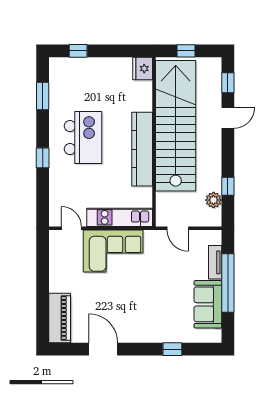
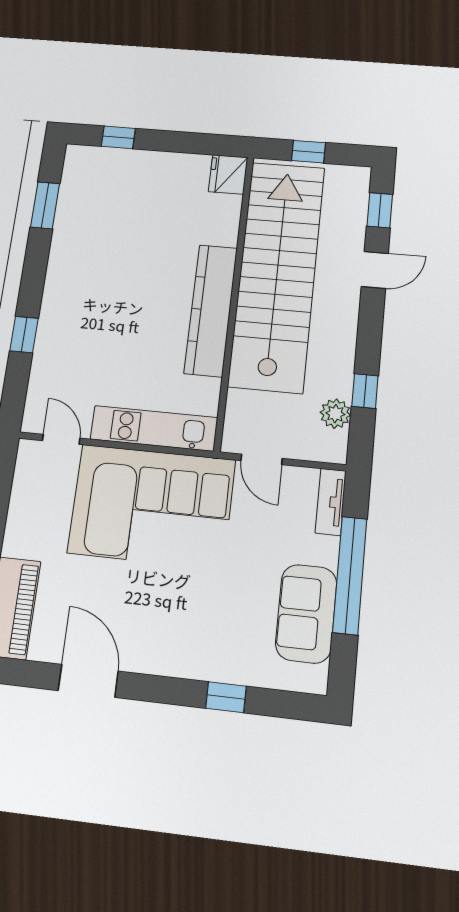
kitchen island: (83, 138) -> (106, 281), removed
window: (43, 158) -> (24, 335), moved
corner sofa: (113, 251) -> (152, 506), width x1.36, depth x1.36
tv unit: (215, 262) -> (331, 502), moved

